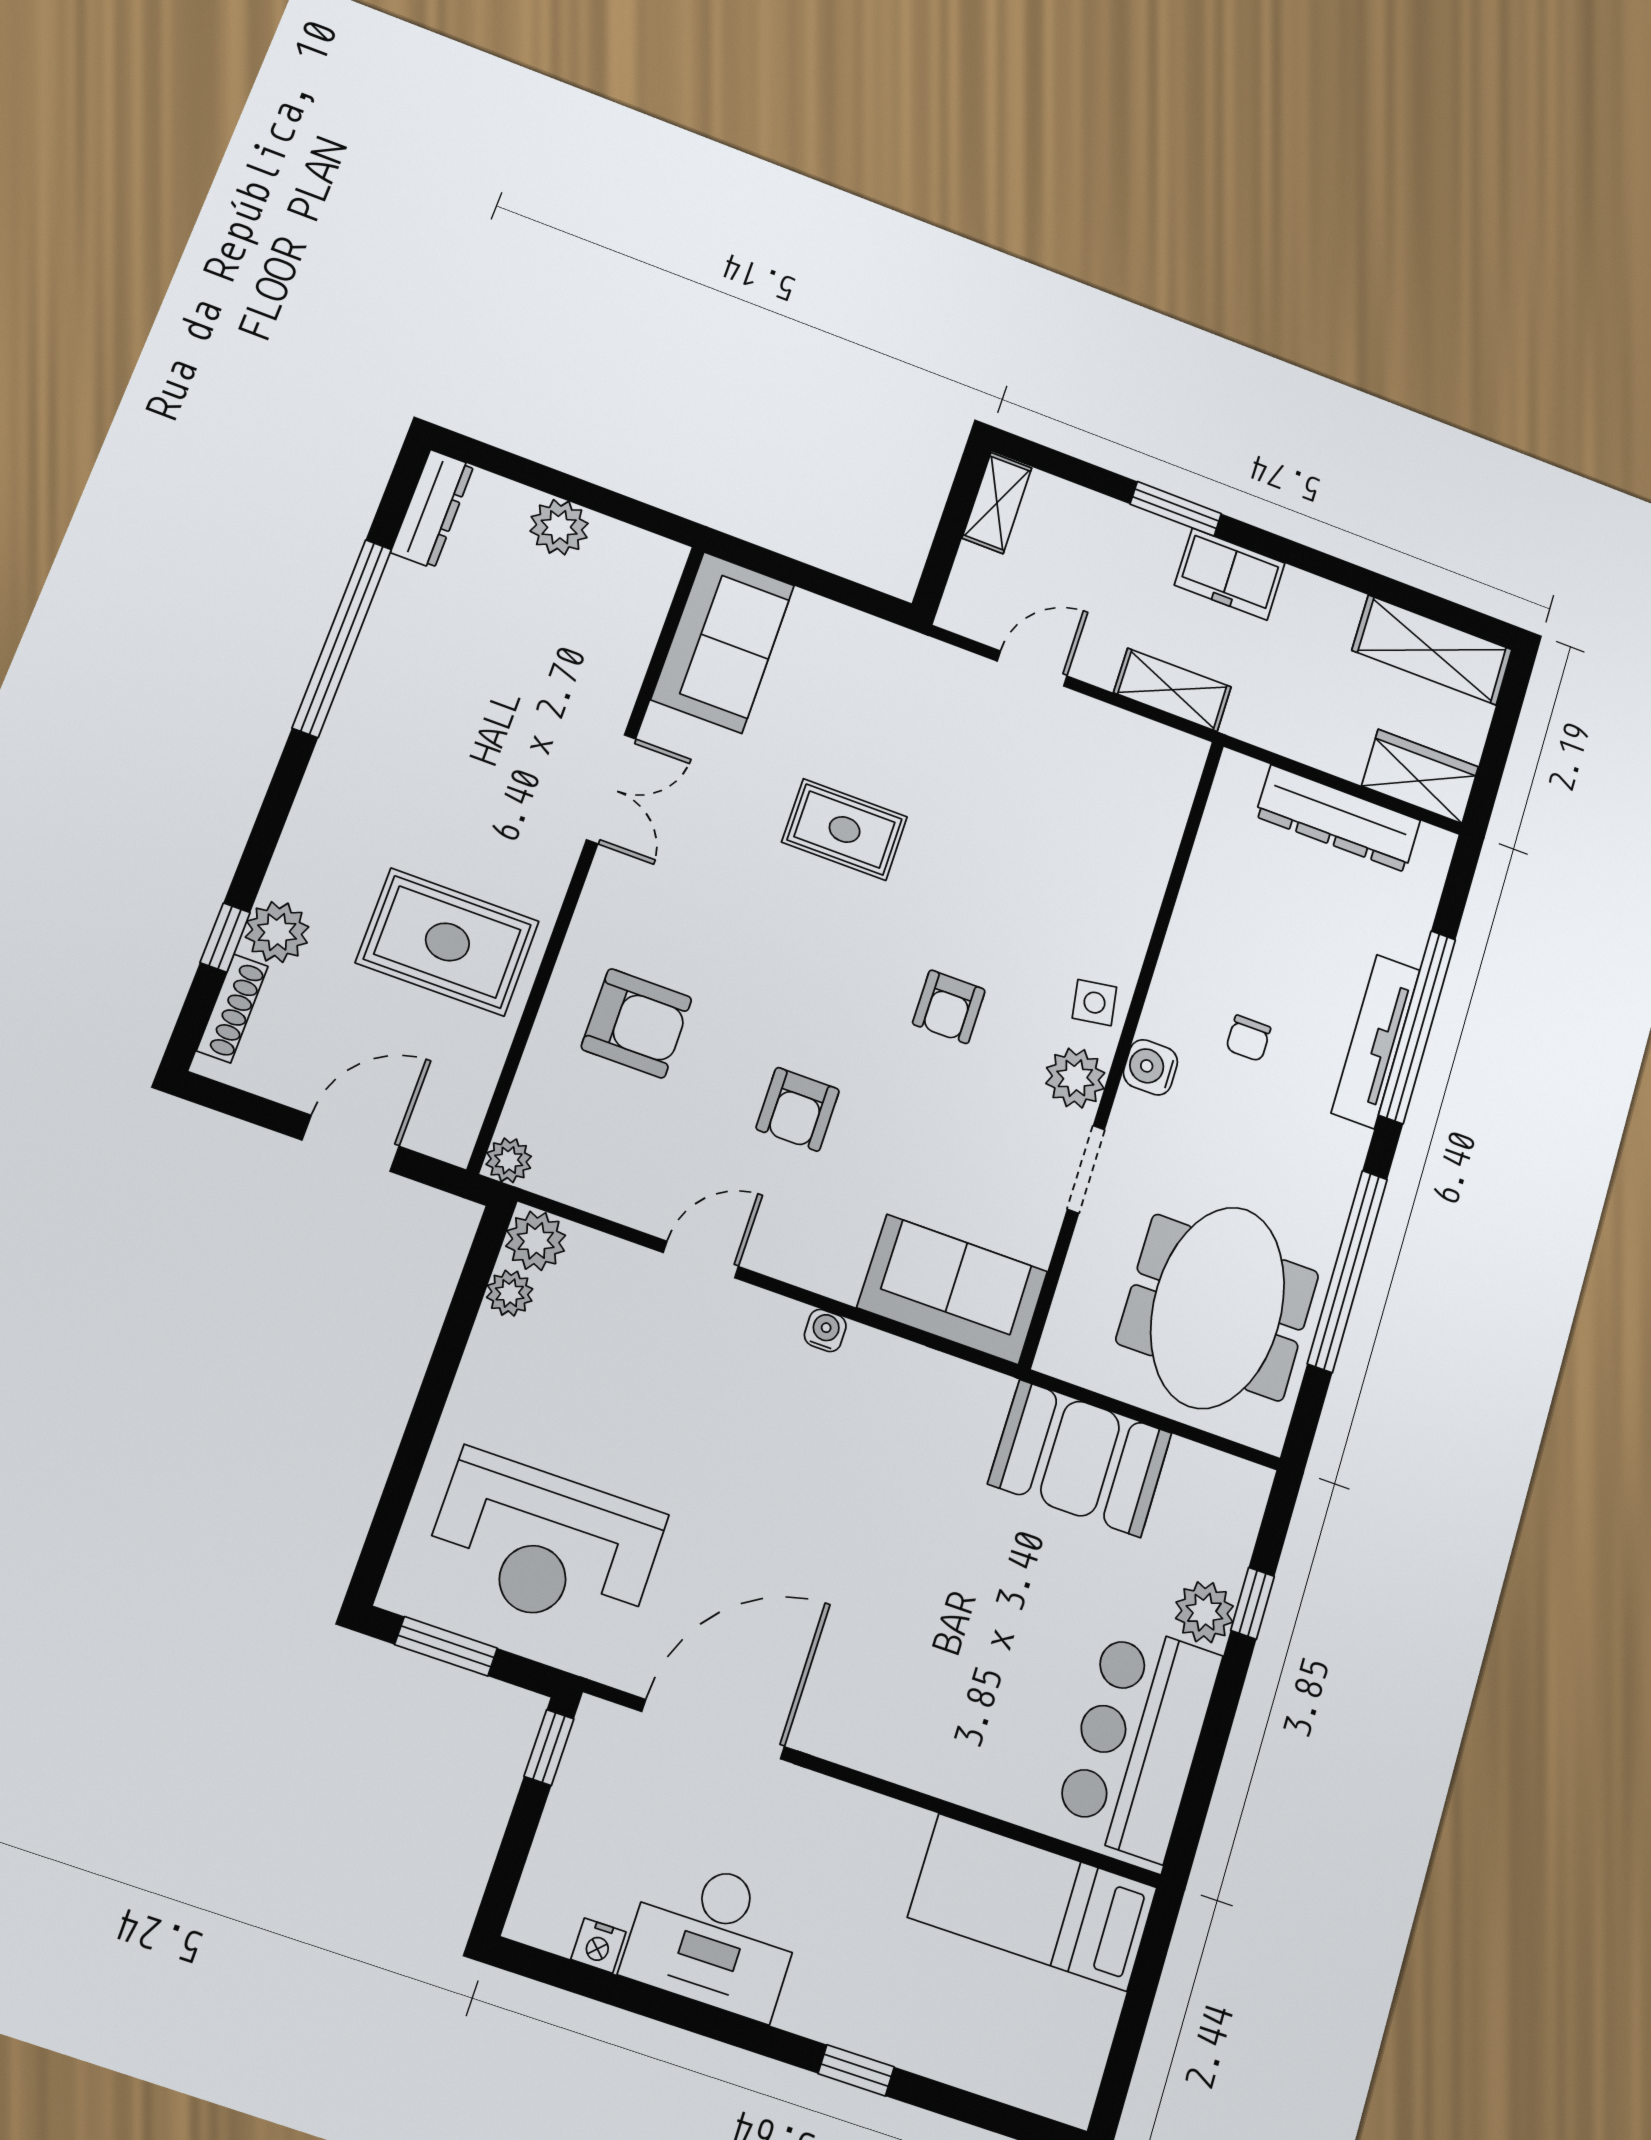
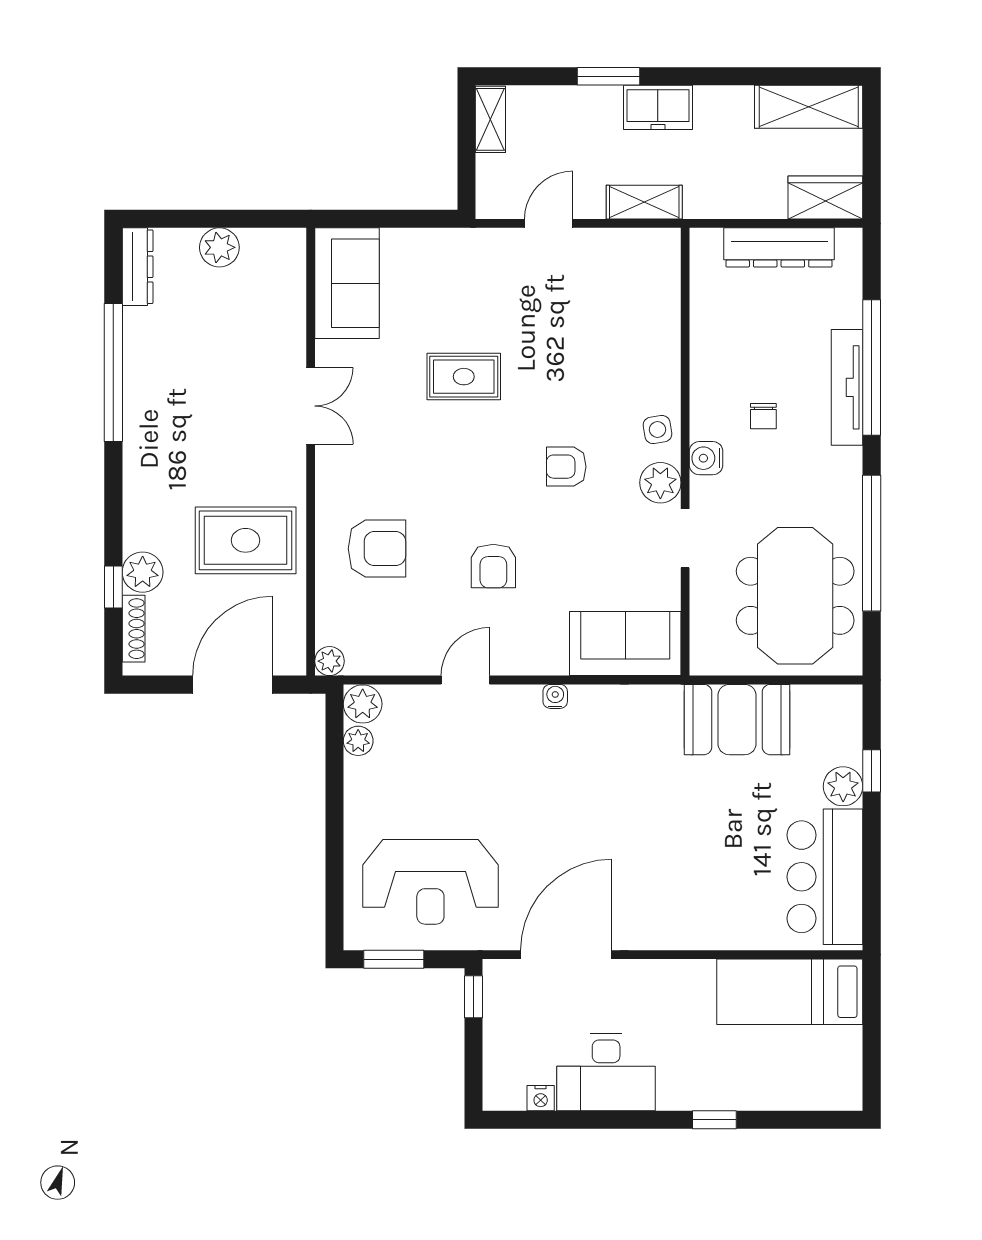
armchair: (949, 1007) -> (566, 467), turned 90
door: (351, 1143) -> (233, 685), width x1.36

